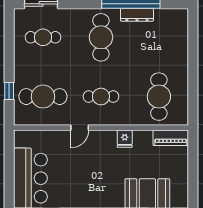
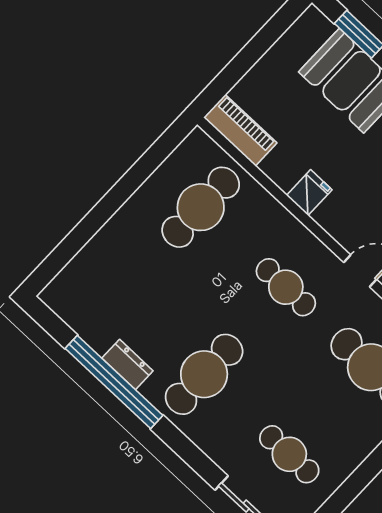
dresser: (137, 15) -> (127, 365), width x0.70

